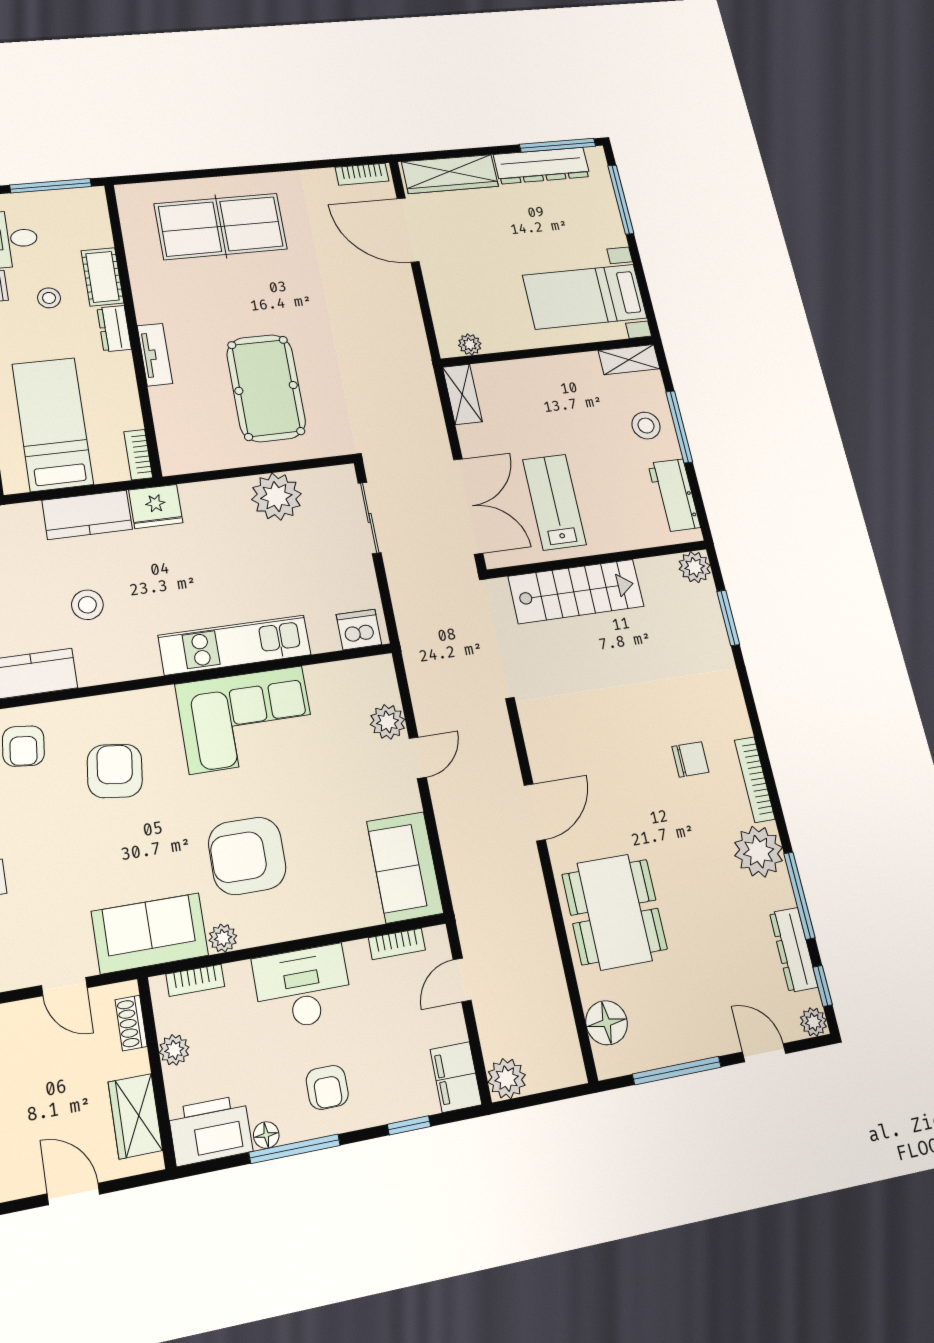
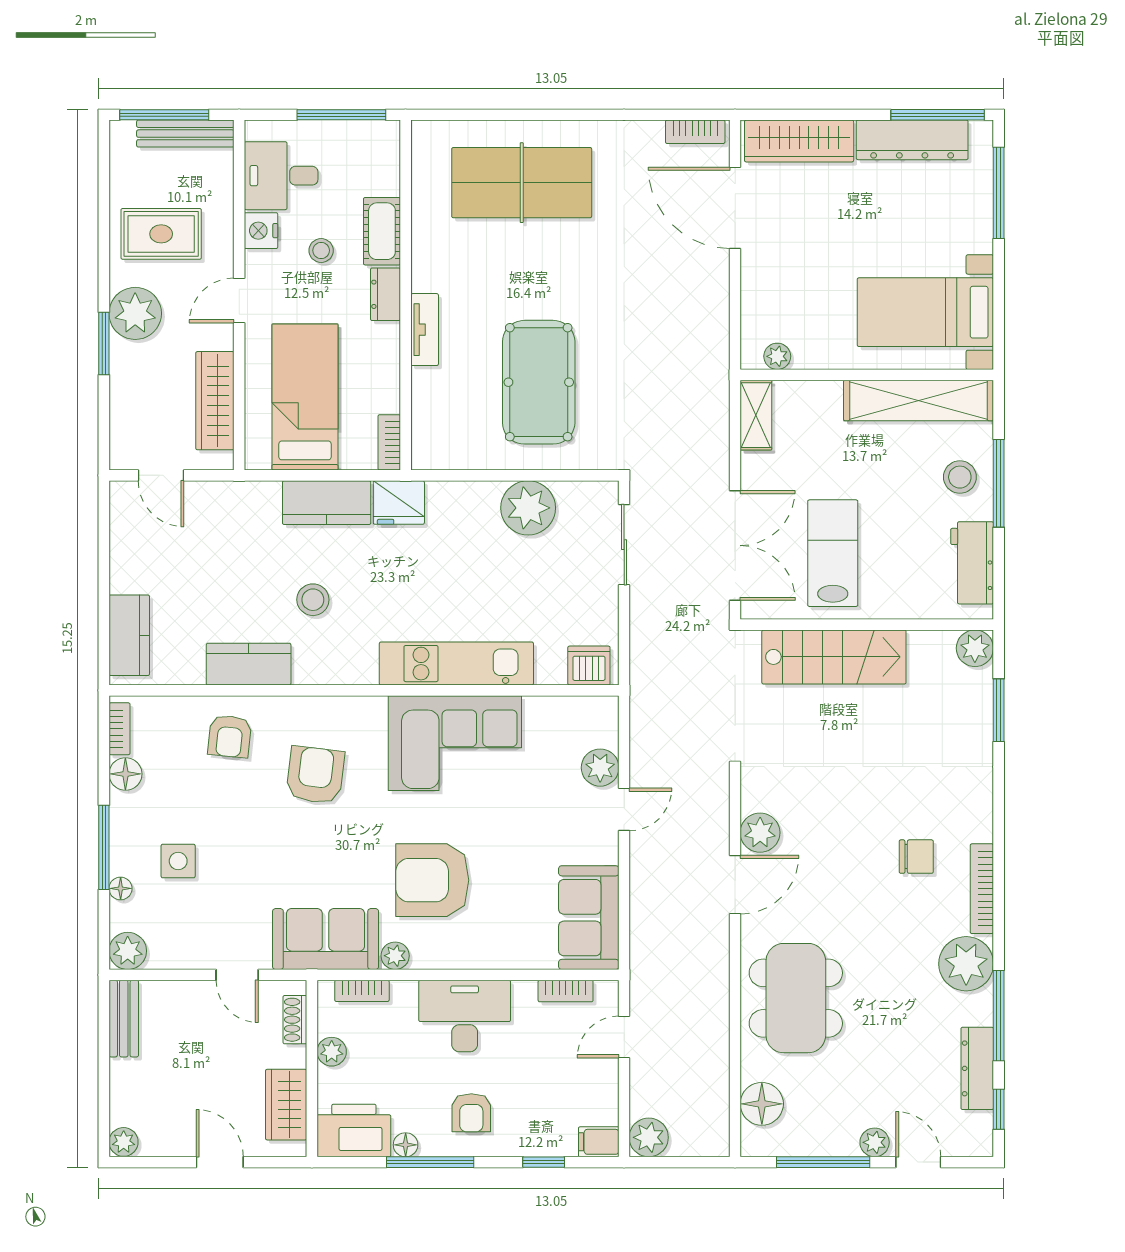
shelving: (629, 360) -> (918, 400), width x2.20, depth x1.33
plant: (547, 760) -> (760, 833), added
plant: (813, 1022) -> (875, 1142), moved
filing cabinet: (456, 1077) -> (599, 1142), width x0.50

